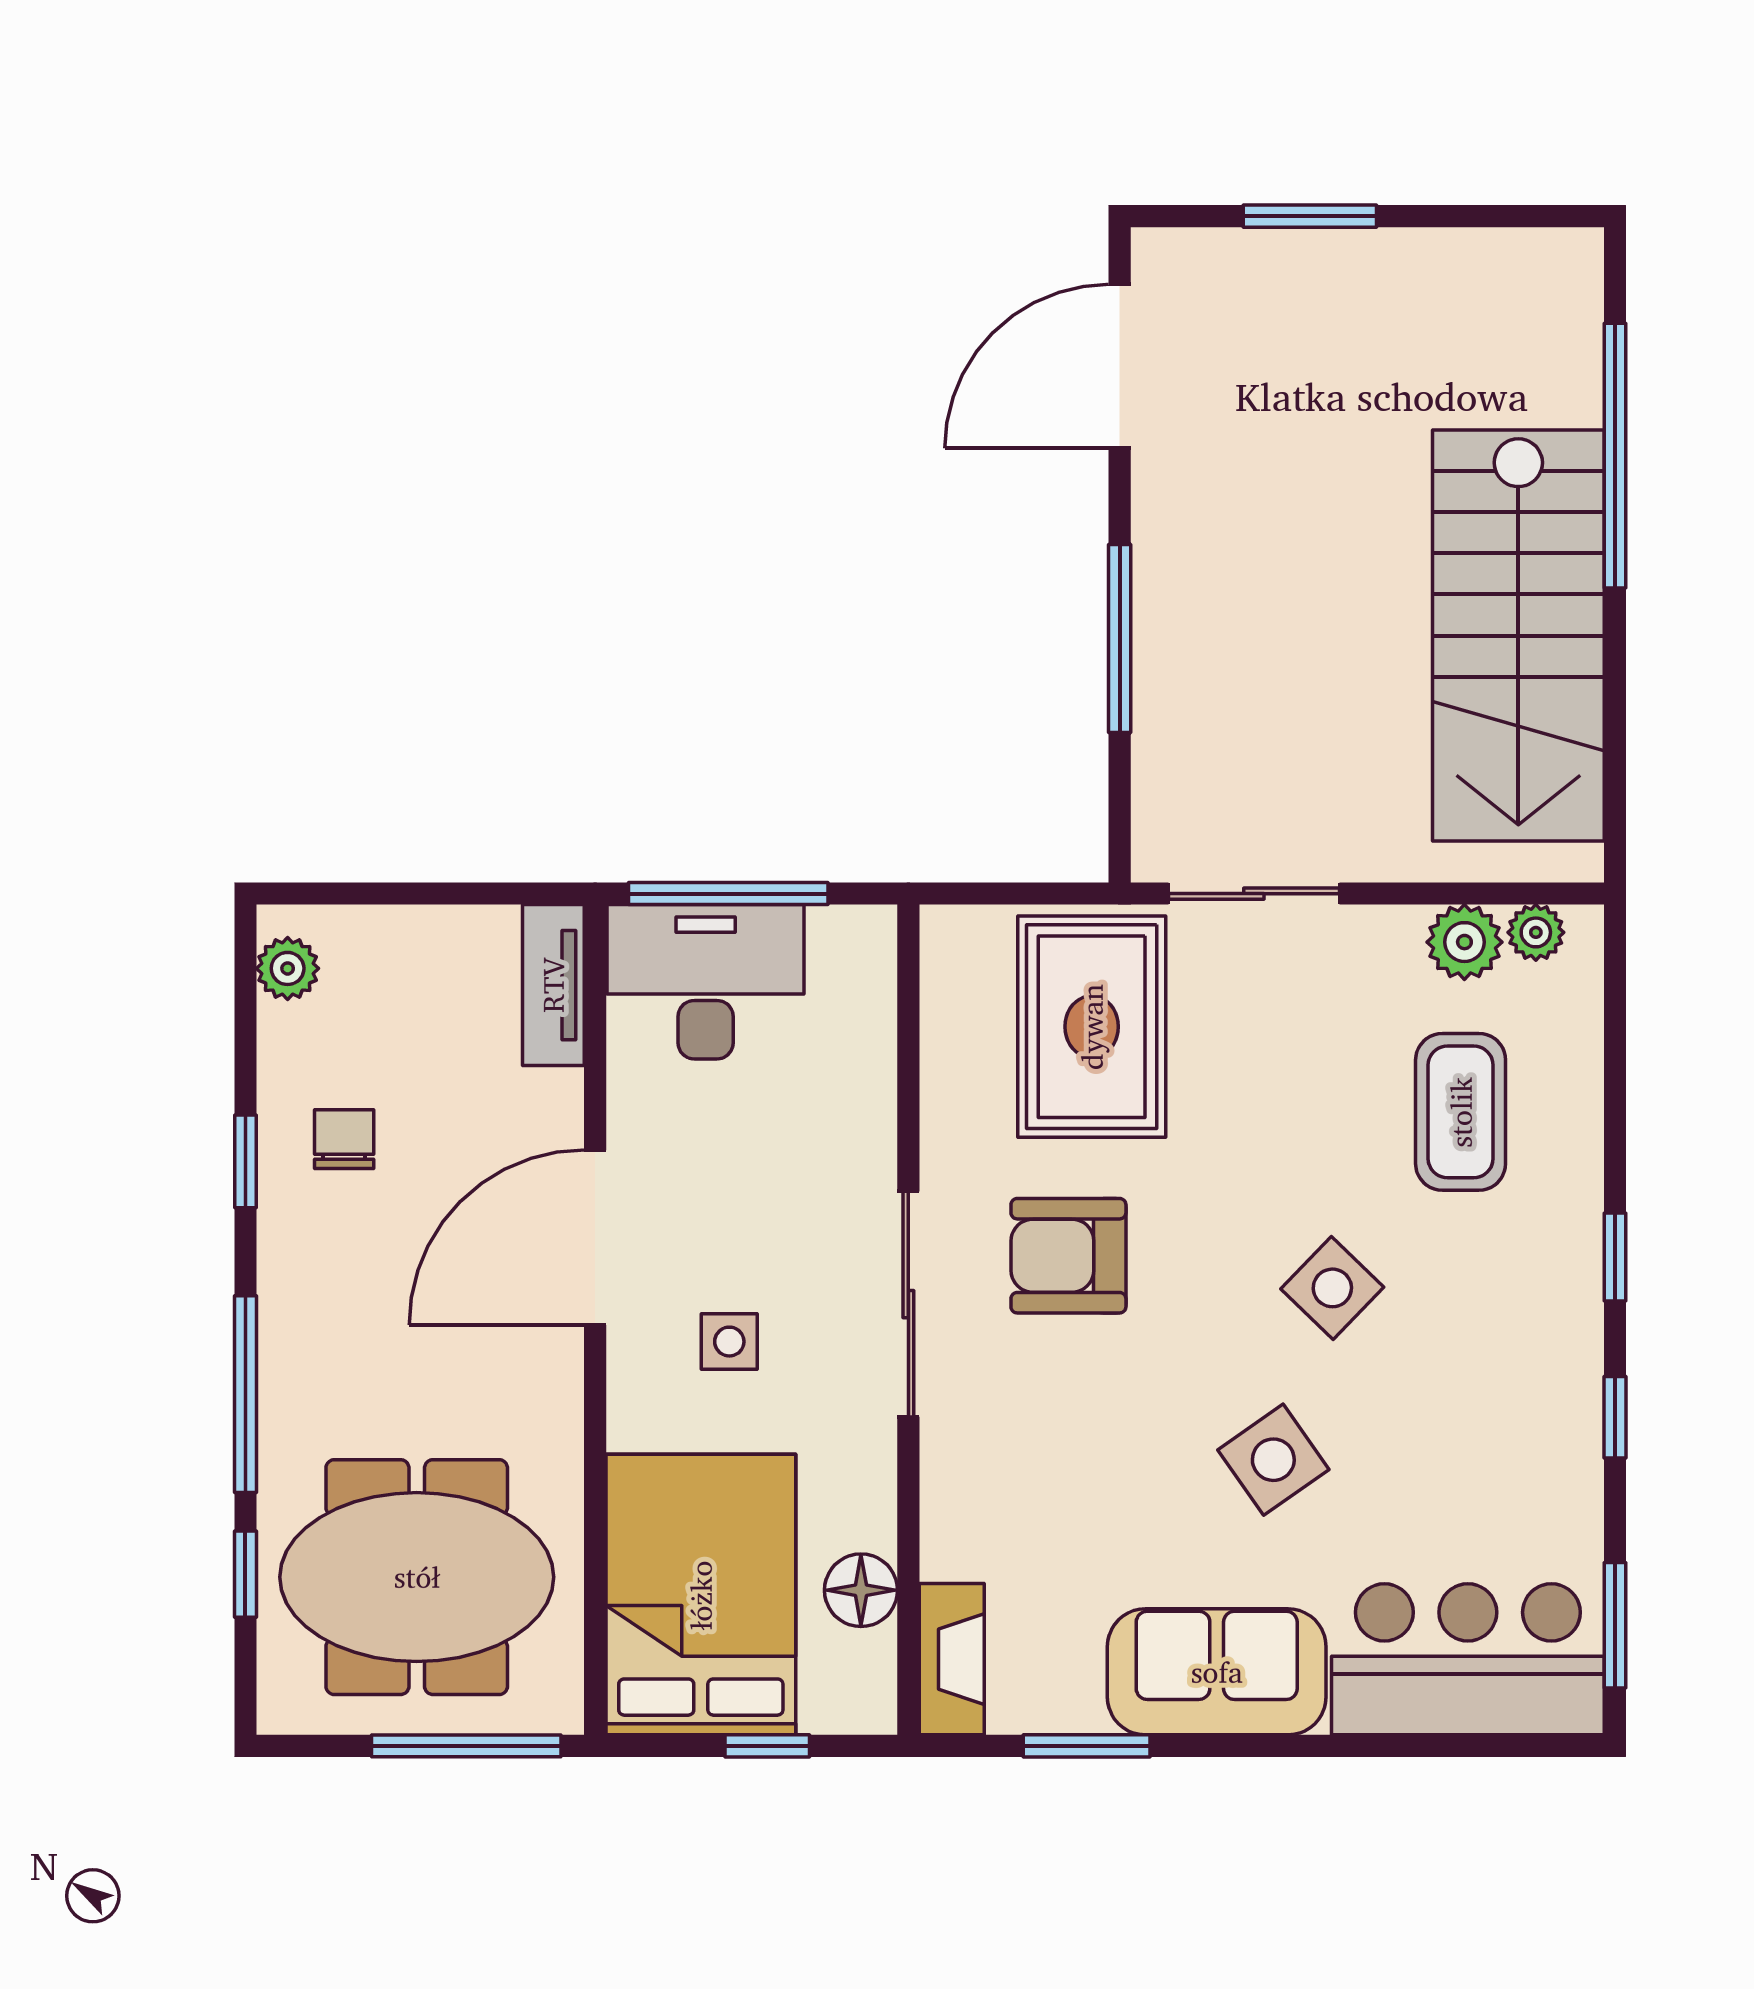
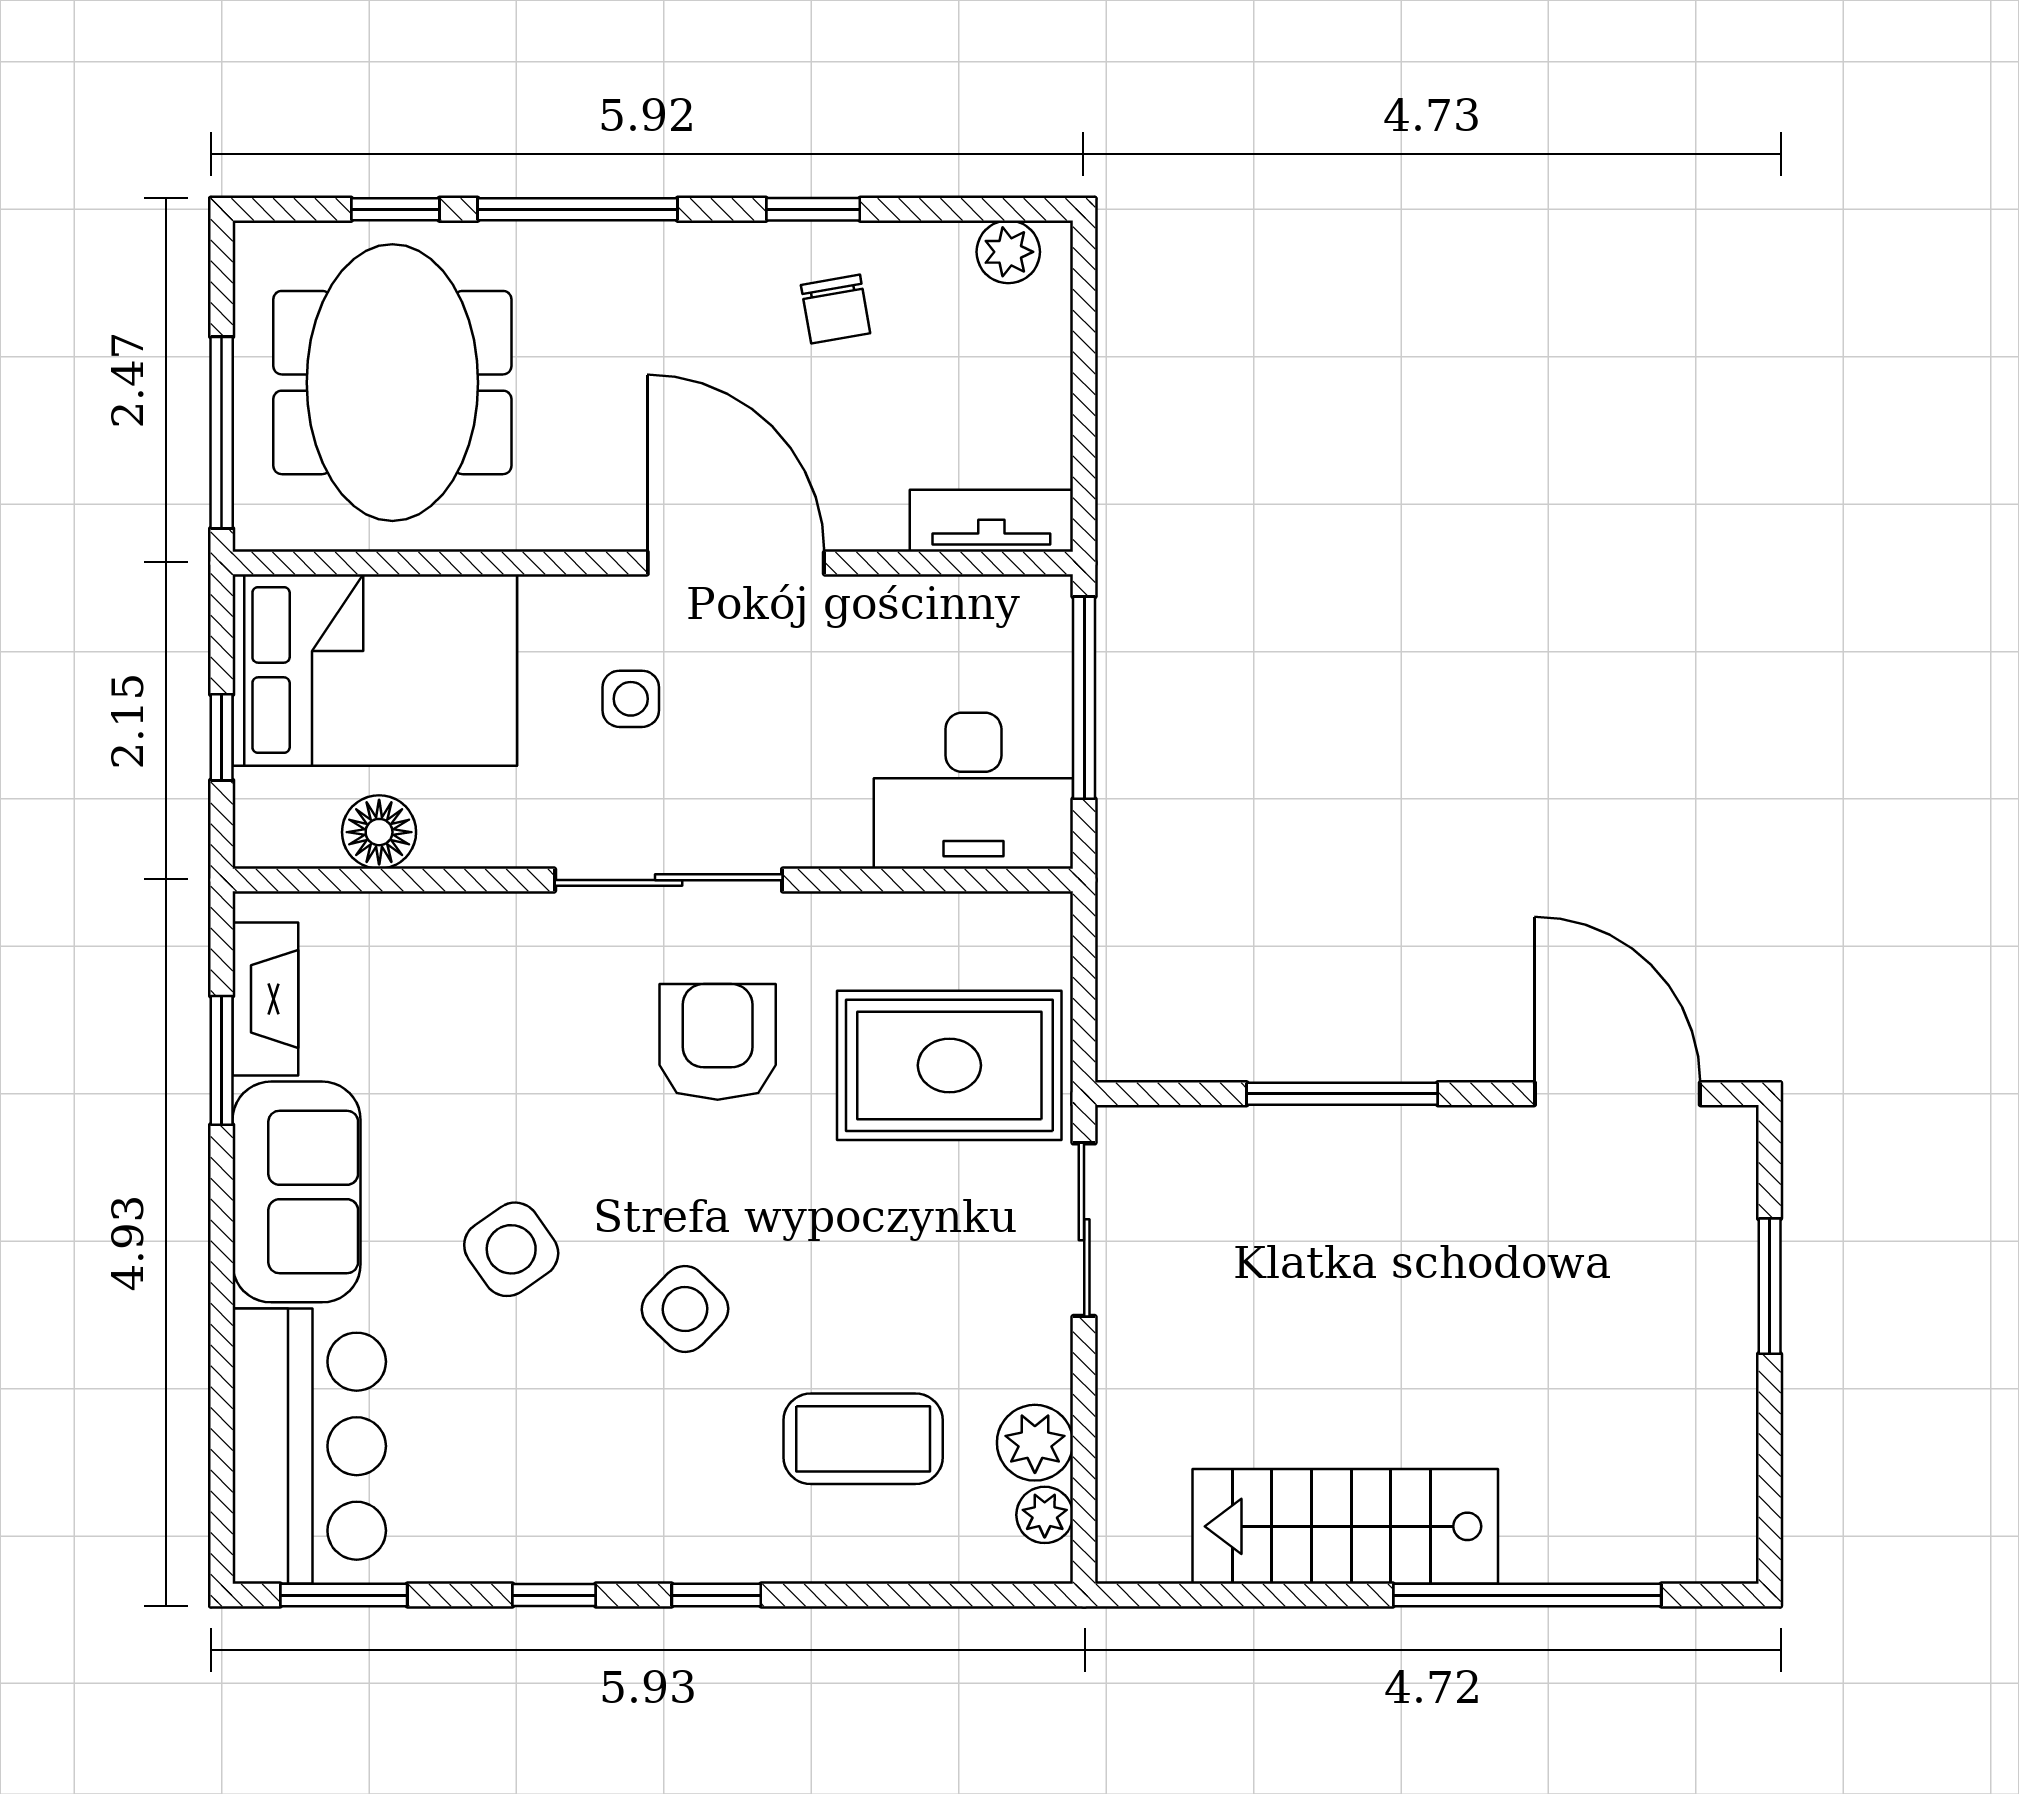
stairs: (1518, 636) -> (1345, 1526), width x0.73, depth x0.66
desk: (706, 982) -> (973, 791), moved, turned 90
chair: (344, 1139) -> (836, 309), turned 80
fireplace: (952, 1659) -> (265, 999), moved, turned -90

